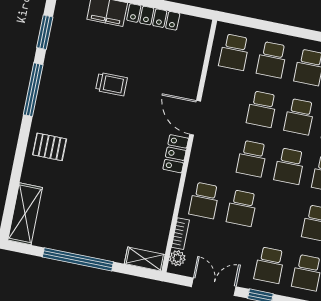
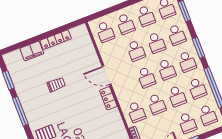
school desk: (279, 216) -> (177, 96), added

